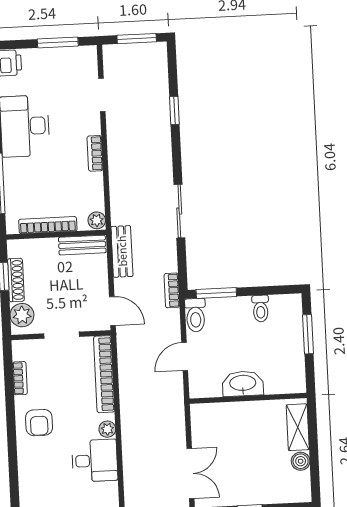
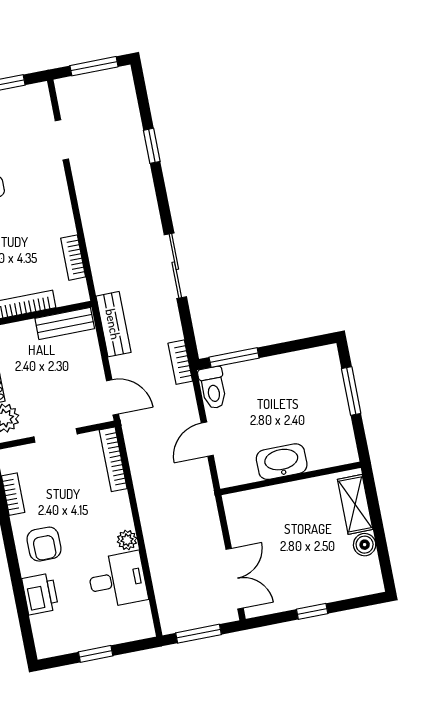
bookcase: (95, 153) -> (73, 258), moved
plant: (97, 220) -> (78, 291), removed
toilet: (261, 309) -> (290, 368), removed
bookcase: (104, 374) -> (113, 459), width x0.68, depth x0.76
printer: (30, 463) -> (40, 594), added

